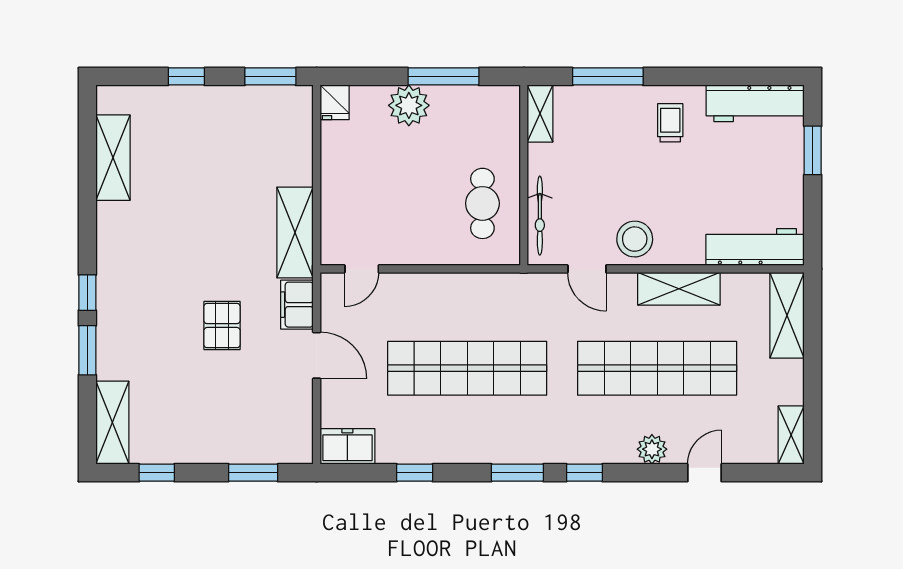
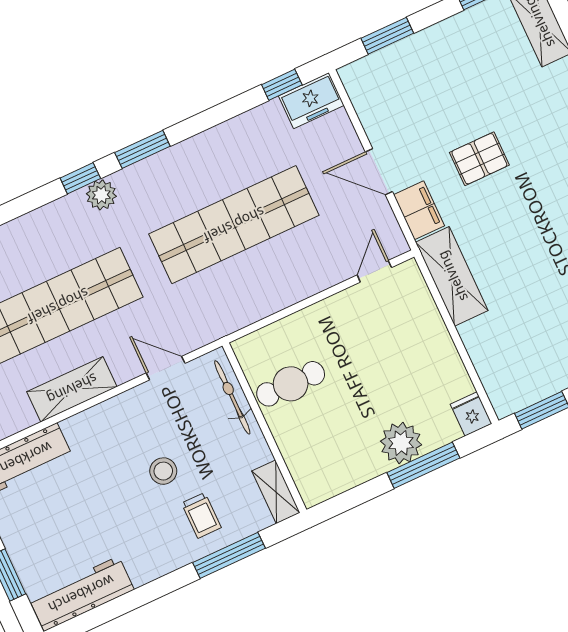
window: (443, 76) -> (423, 465), moved
trolley: (670, 123) -> (201, 515), moved
cafe table: (482, 203) -> (291, 384), turned 90
stool: (635, 239) -> (163, 471), moved, width x0.73, depth x0.73
pallet: (222, 326) -> (479, 159), turned 90
plant: (652, 449) -> (101, 195), moved
window: (415, 473) -> (282, 85), moved

